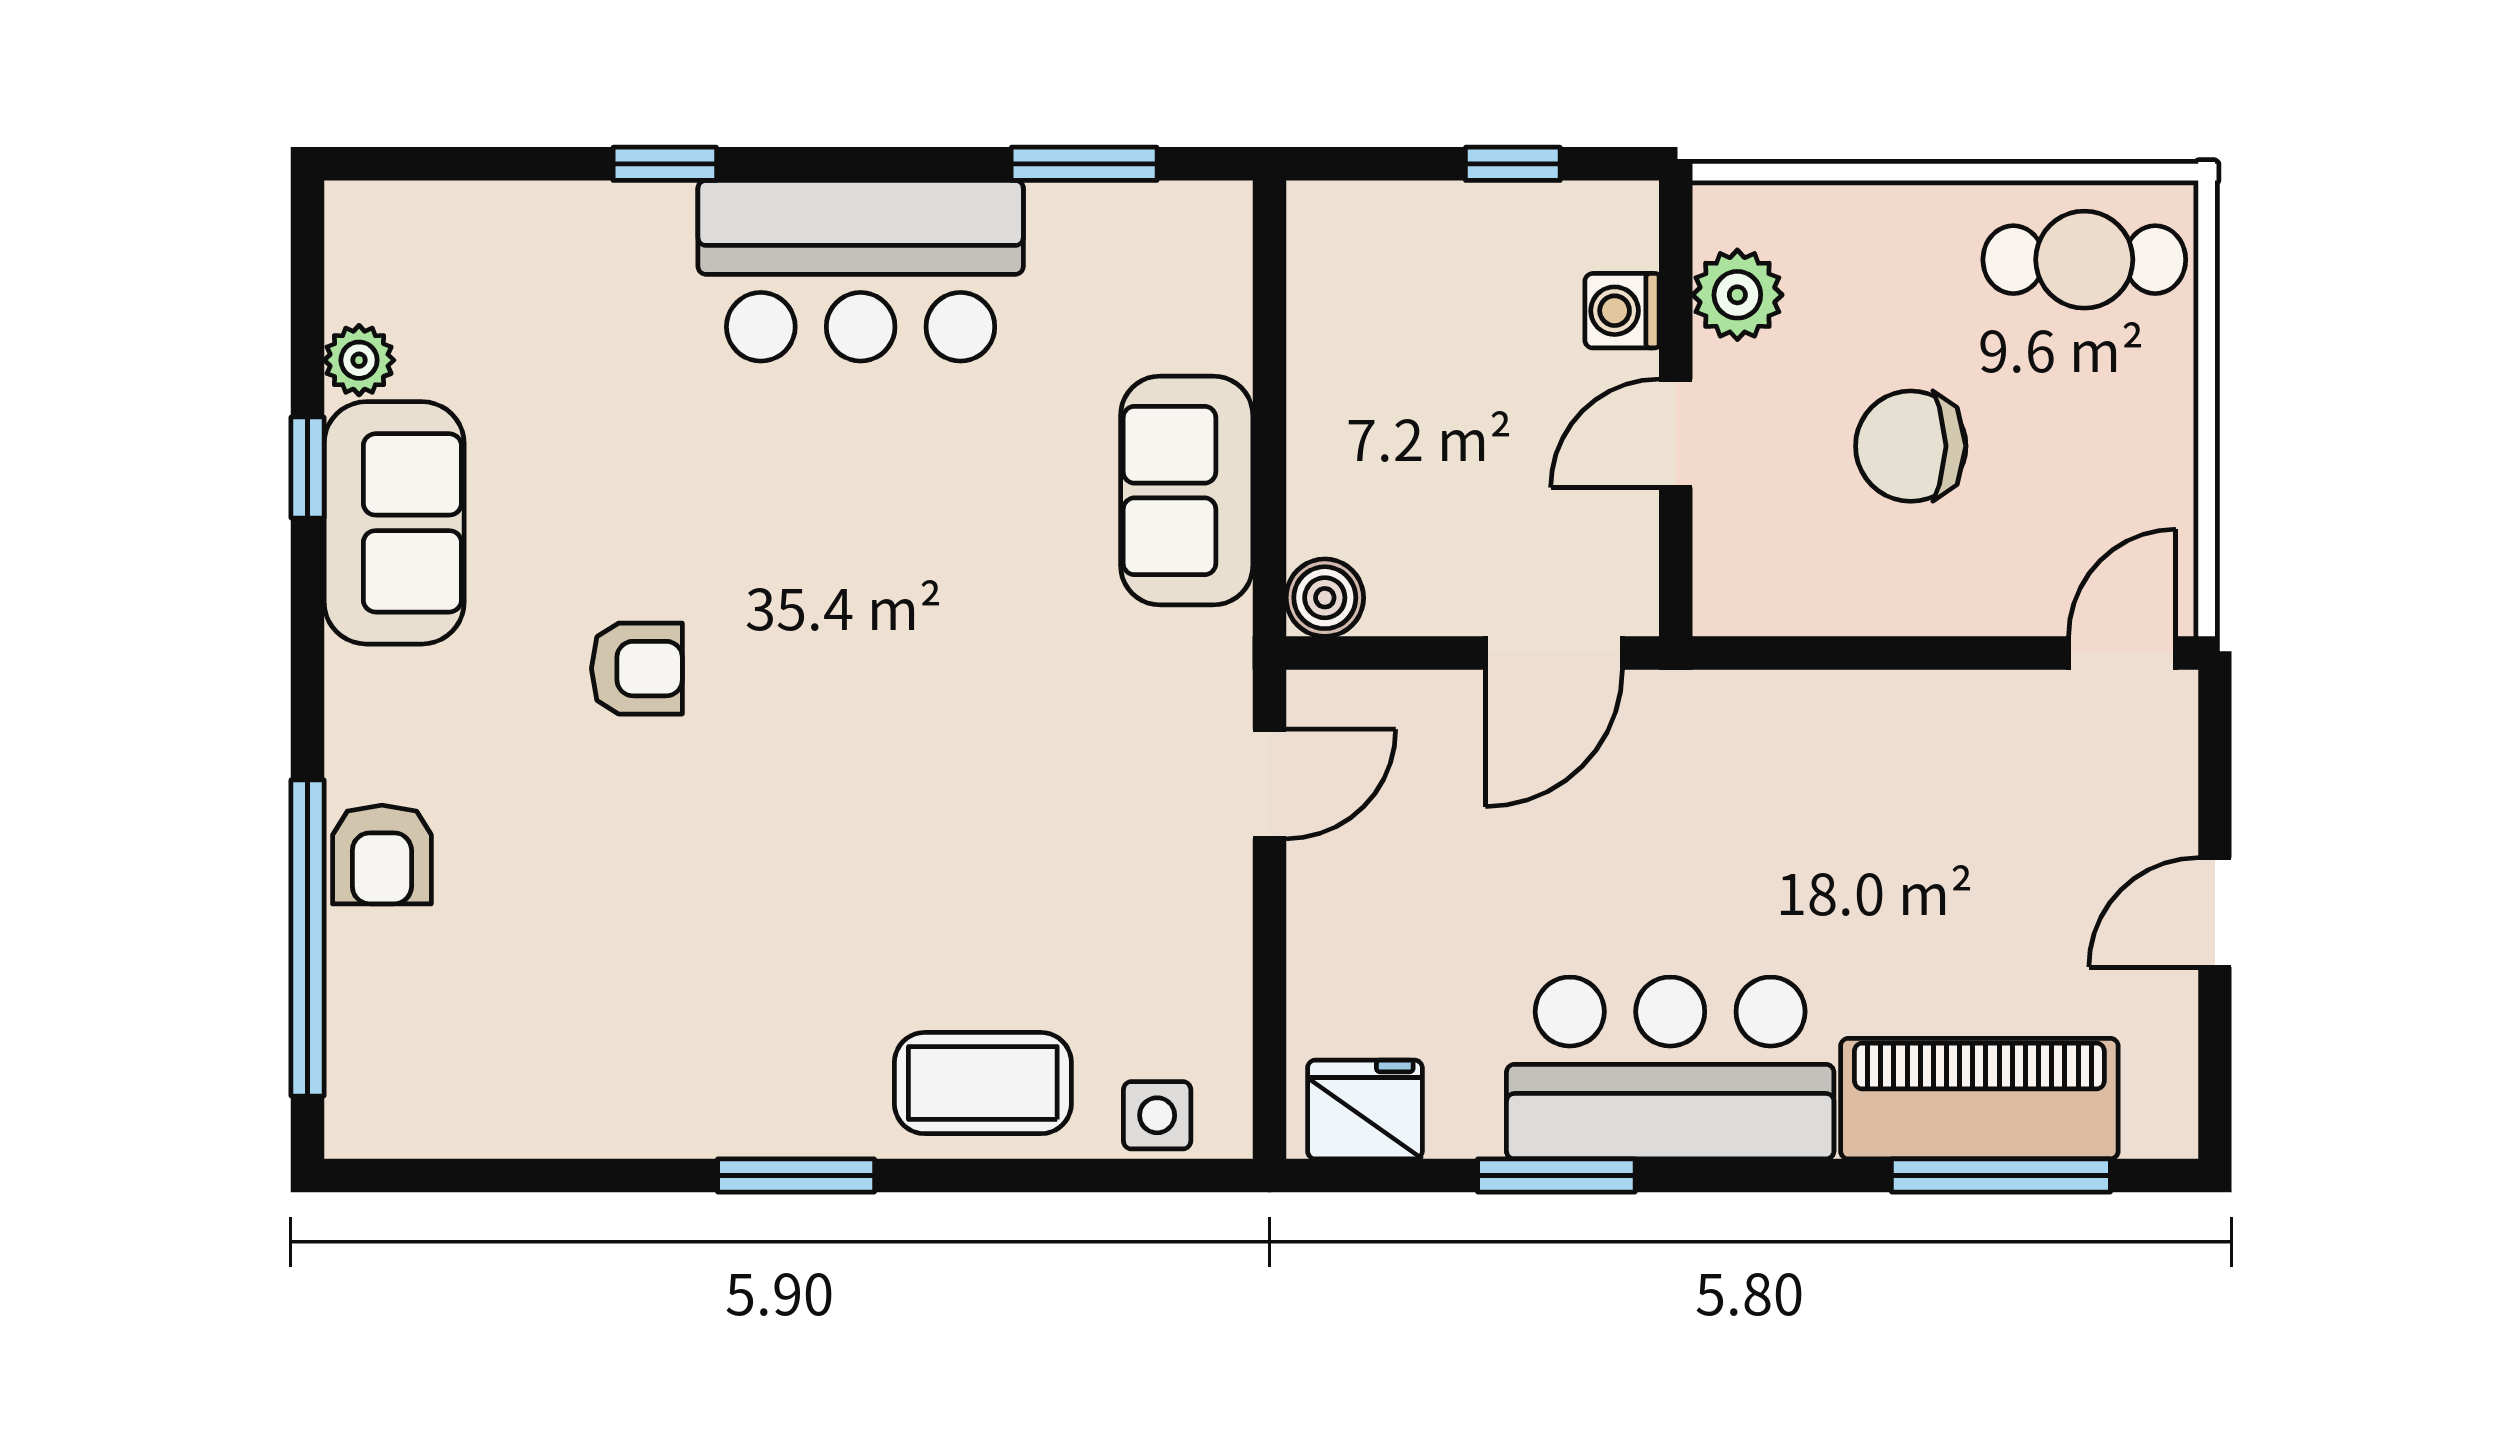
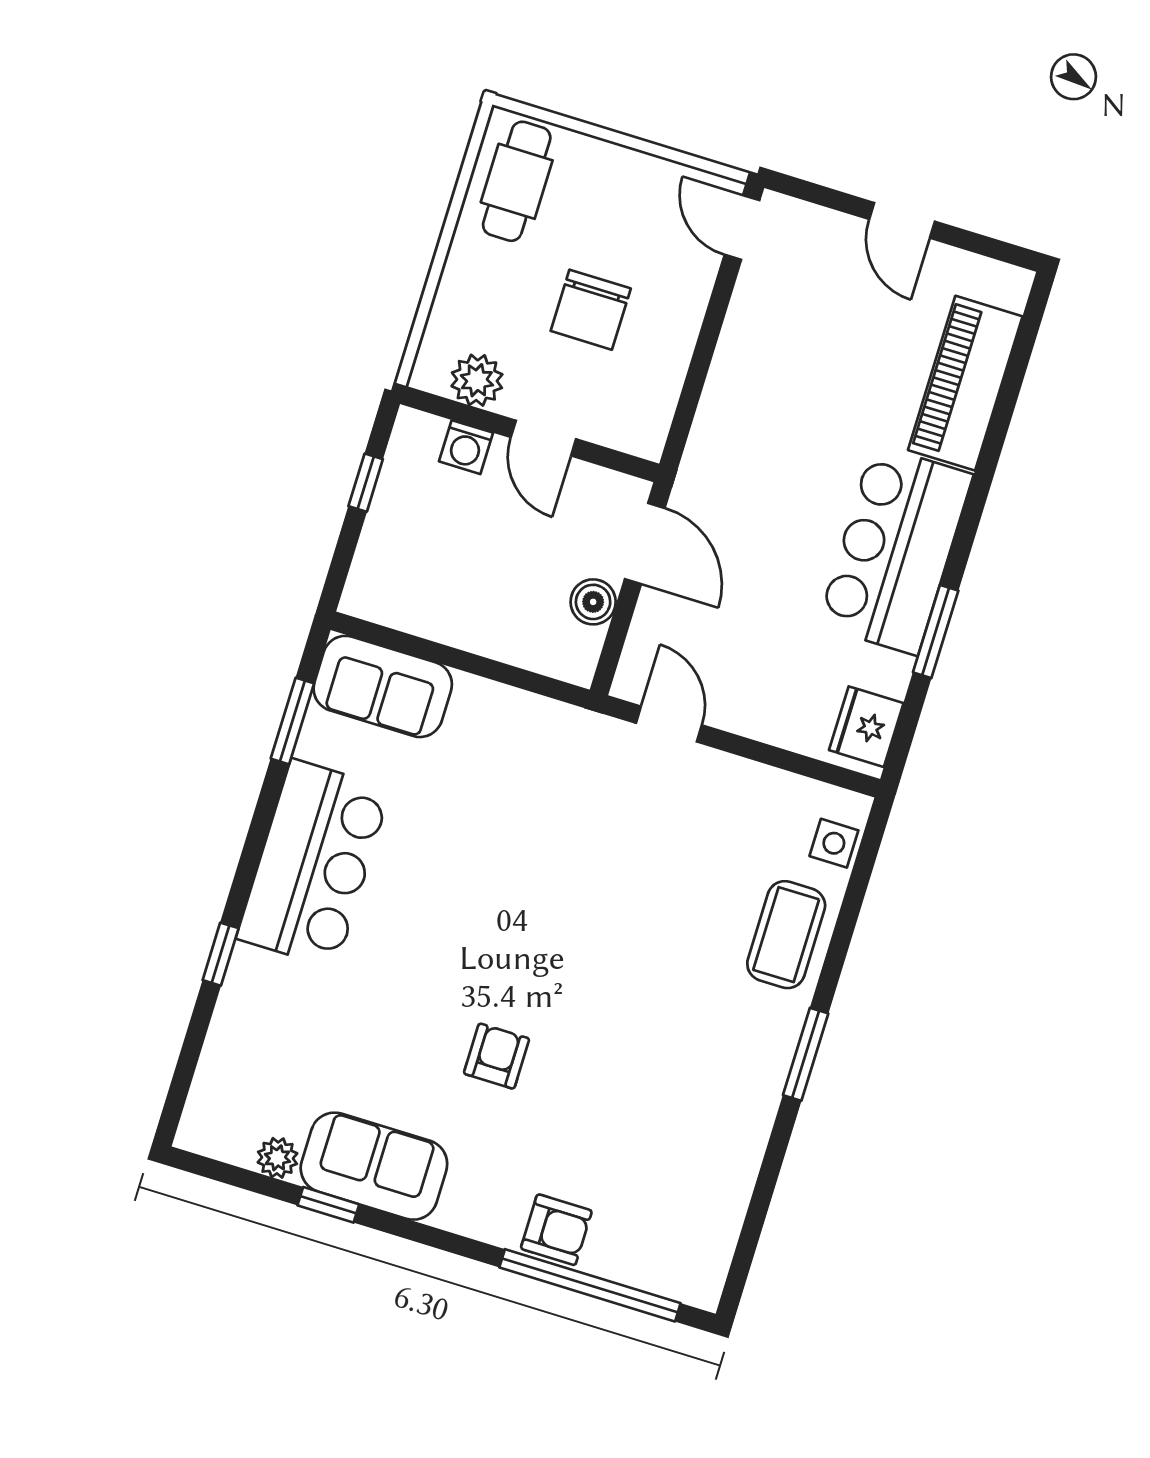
sofa: (1187, 491) -> (383, 686), moved
boiler: (1325, 598) -> (593, 602), moved
window: (2001, 1176) -> (1012, 384), removed

